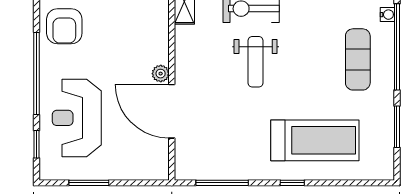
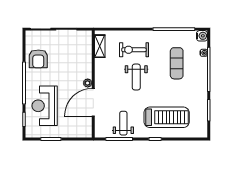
exercise mat: (358, 59) -> (177, 63), moved
door: (172, 111) -> (93, 102), hinge flipped
weight bench: (230, 152) -> (123, 123), added

